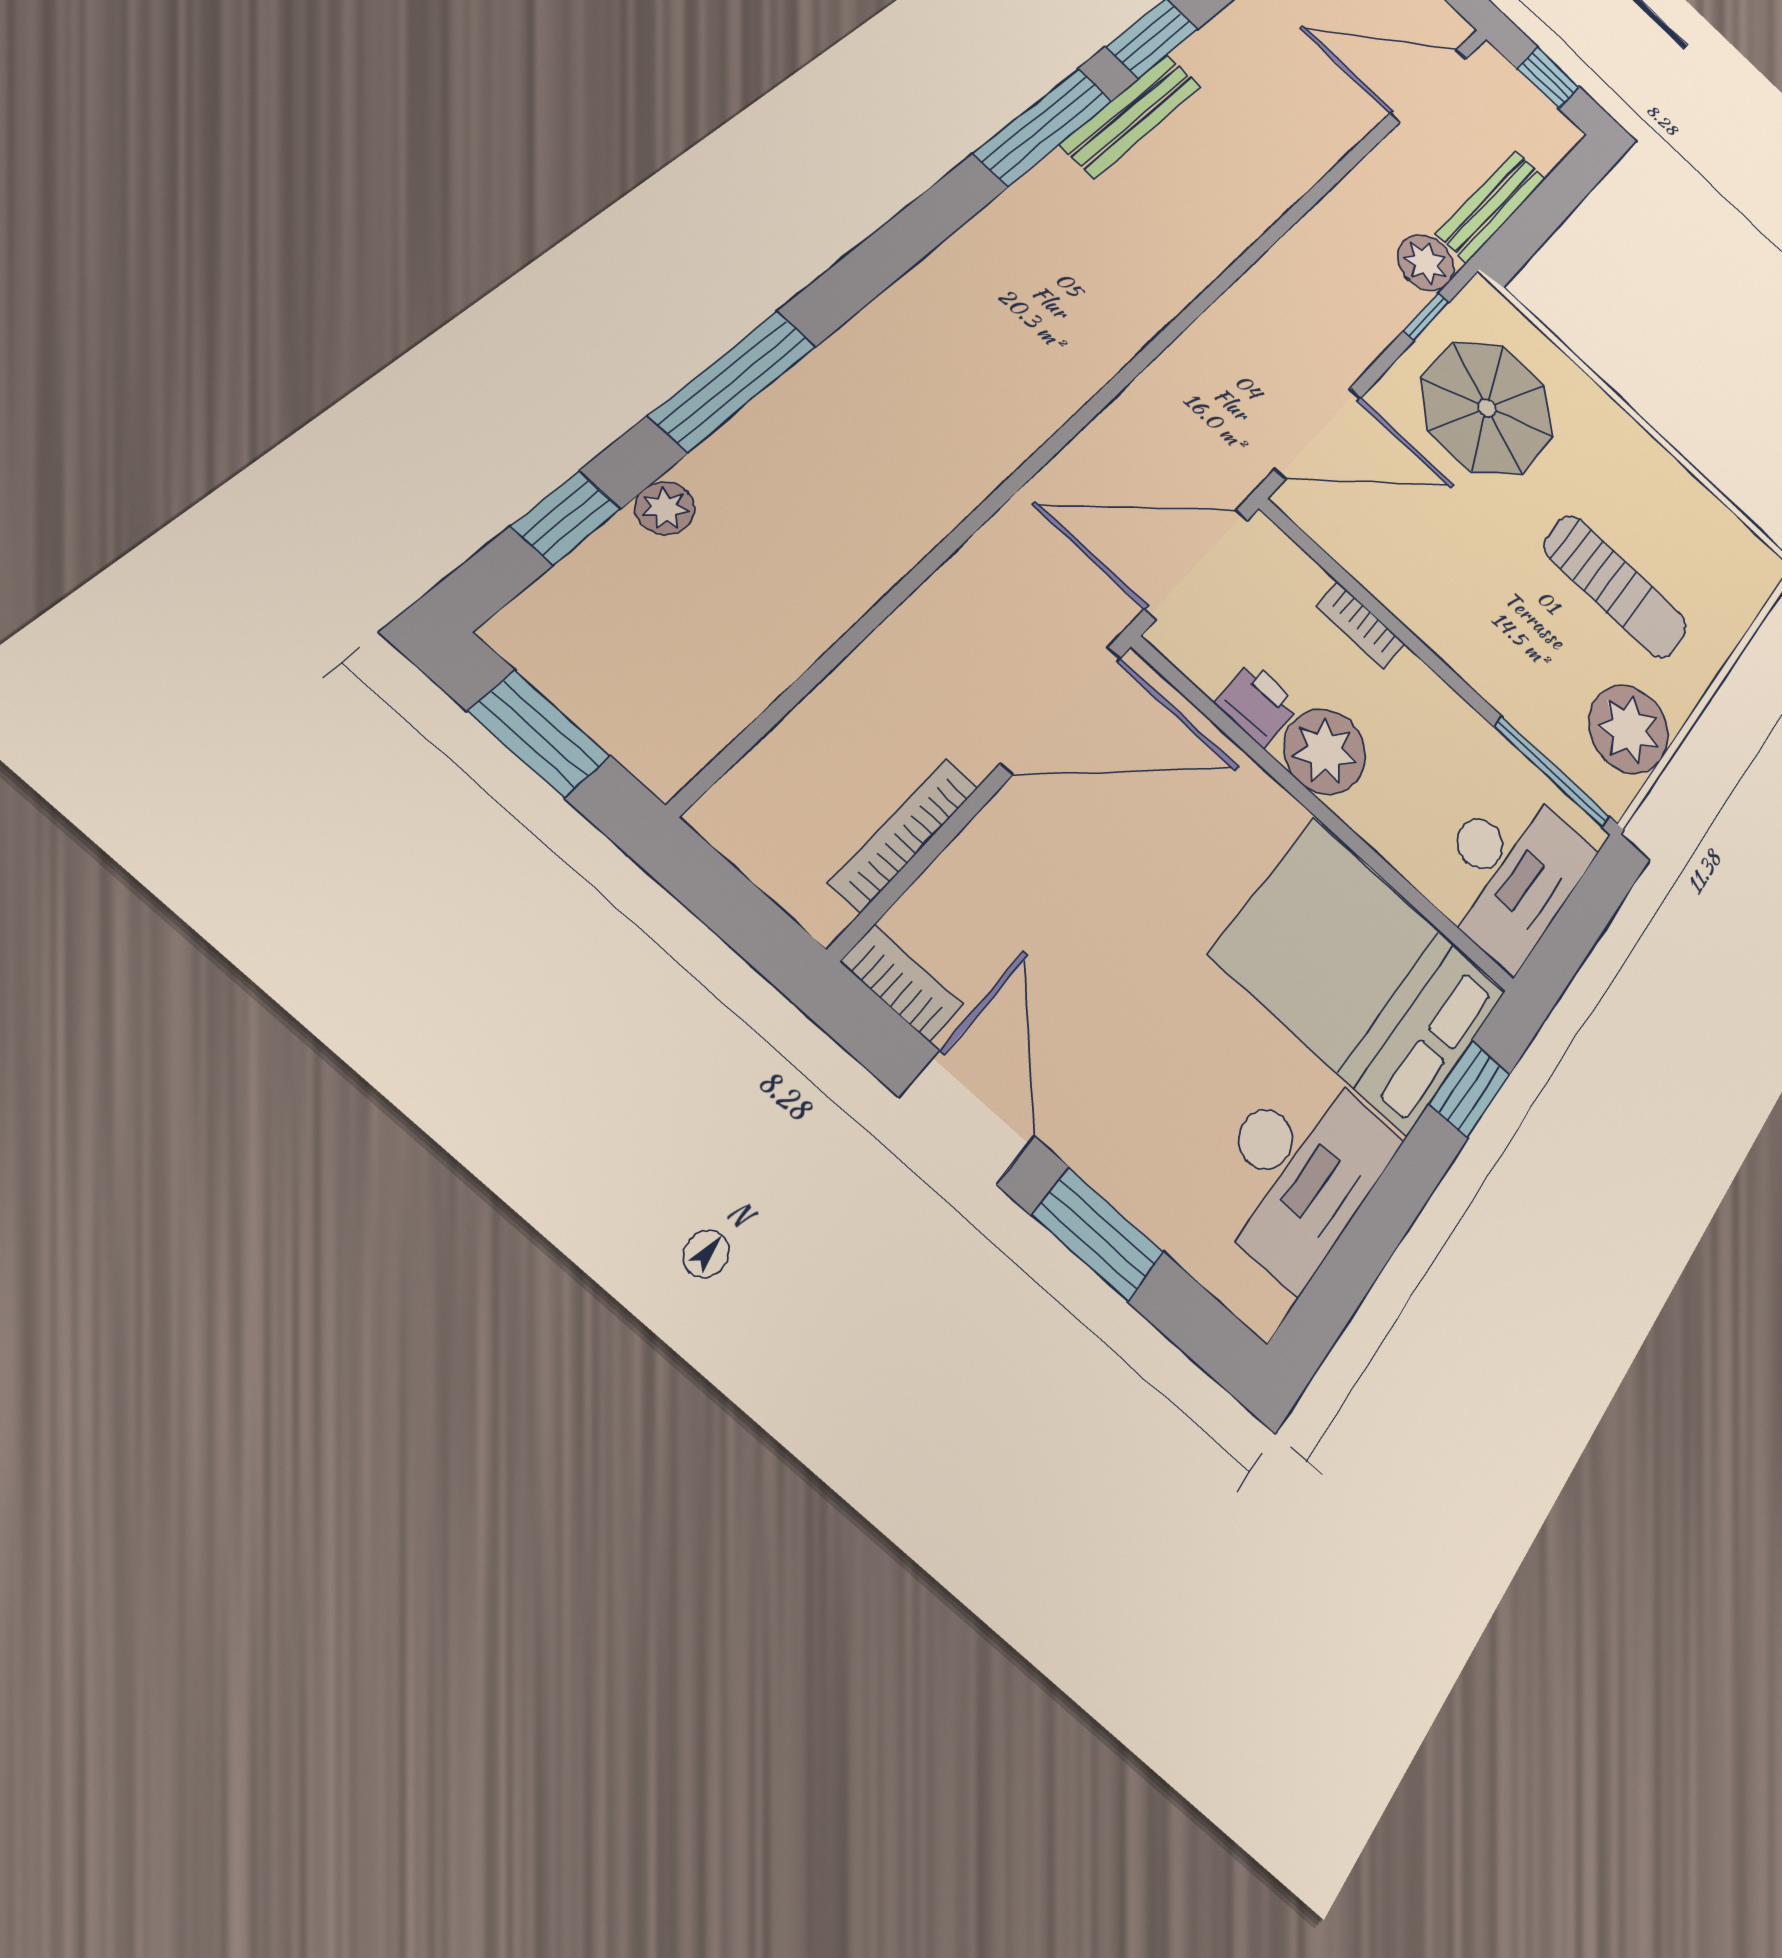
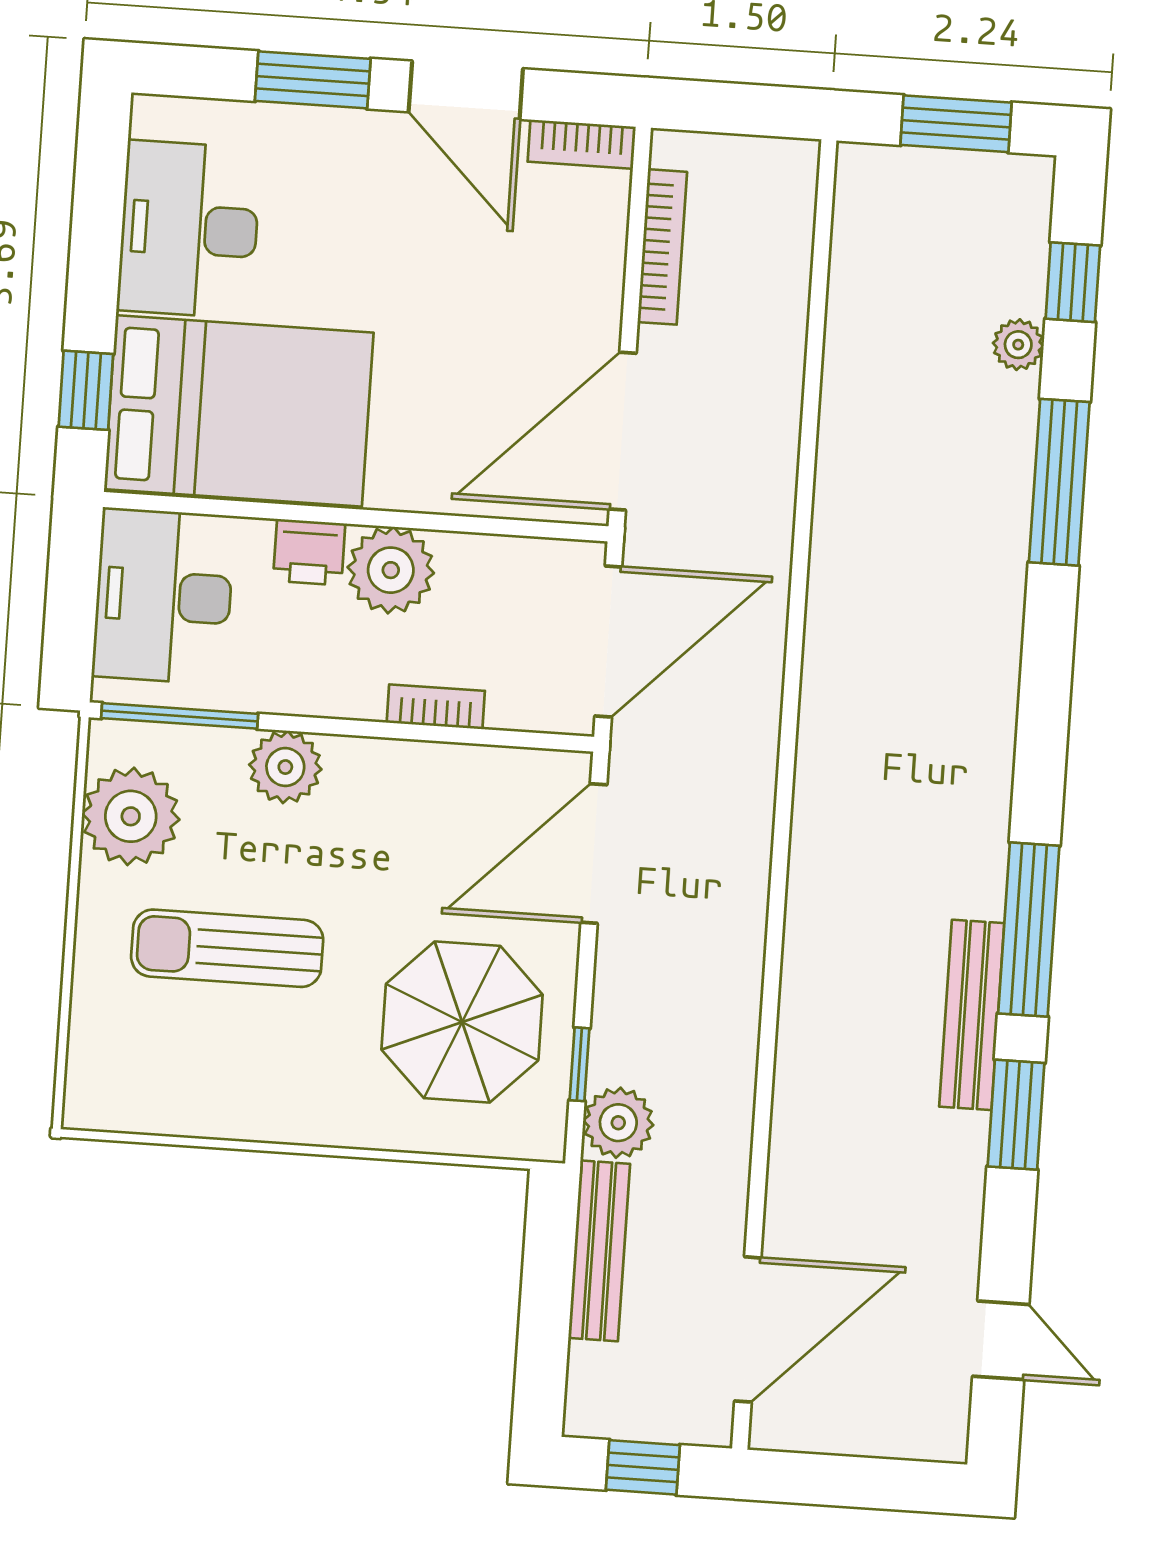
plant: (1499, 673) -> (285, 767), added
printer: (1257, 704) -> (309, 552), moved

